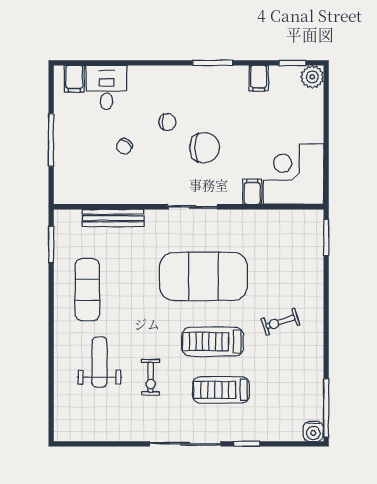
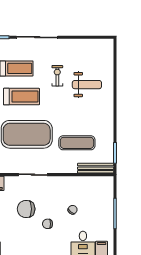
bench: (113, 218) -> (96, 168), moved
exercise mat: (87, 290) -> (77, 143), moved, turned 90
weight bench: (99, 362) -> (87, 85), turned -90

